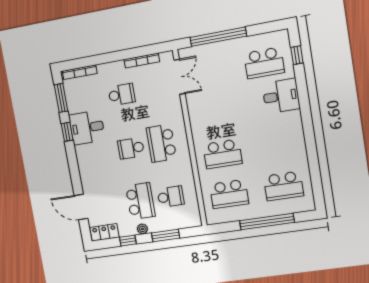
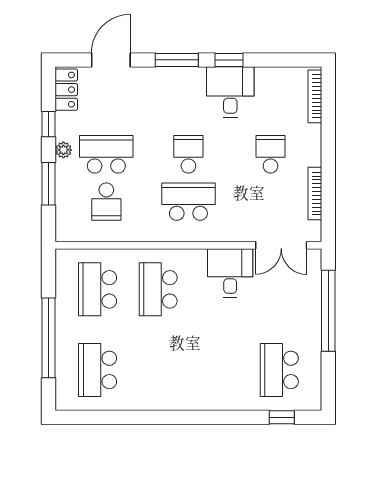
school desk: (122, 95) -> (270, 154), turned 180
desk: (281, 96) -> (230, 273), moved, turned 180
window: (61, 98) -> (177, 60), moved
school desk: (140, 201) -> (106, 154), turned 180

